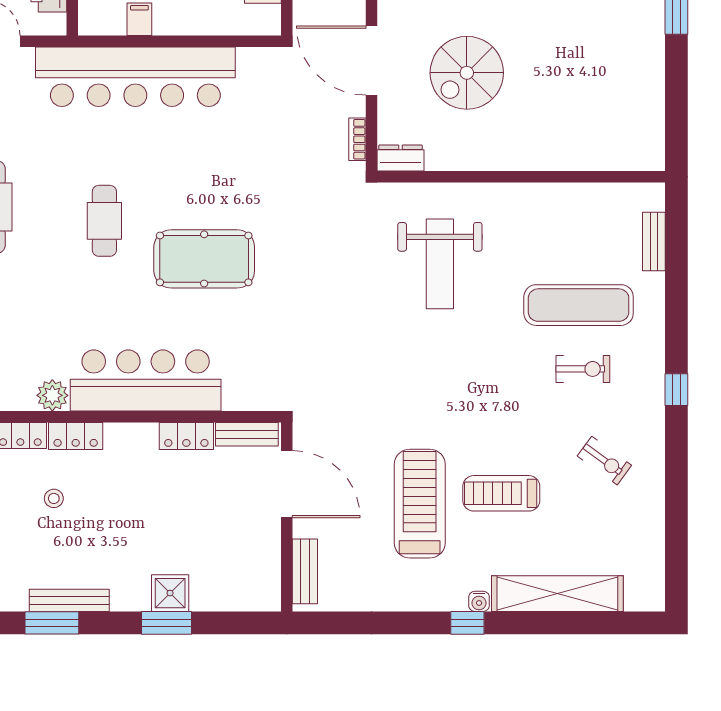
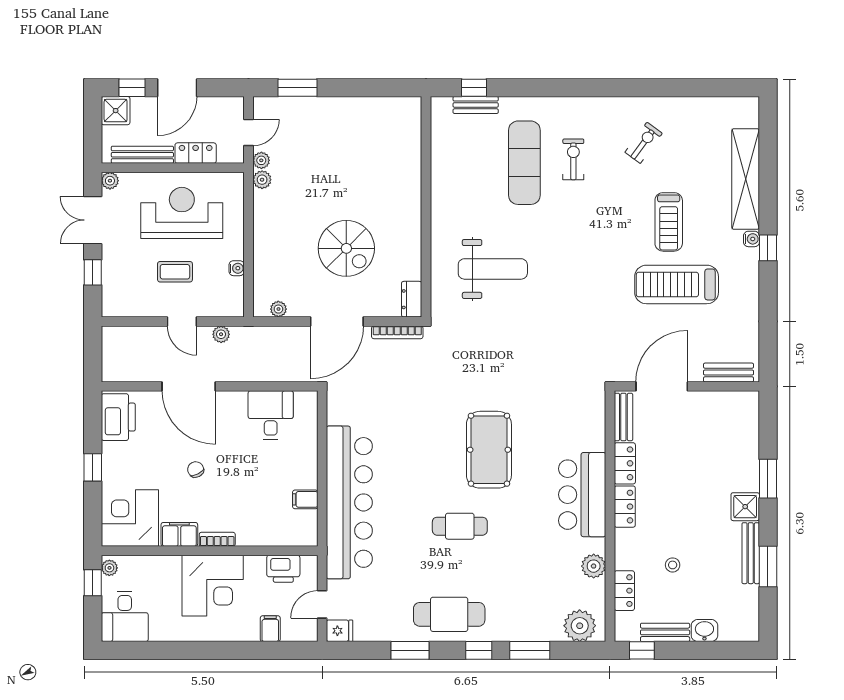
bookcase: (357, 139) -> (397, 332), width x1.56
bar counter: (146, 380) -> (582, 495), width x0.73
window: (676, 390) -> (474, 88), moved
locker: (76, 436) -> (625, 507), moved
shower: (170, 593) -> (745, 507), moved

